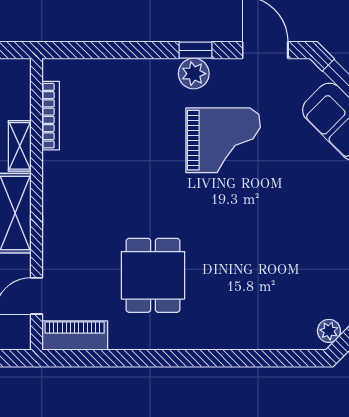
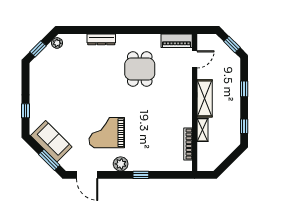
window: (196, 50) -> (141, 175), moved
dresser: (235, 338) -> (101, 39), added

